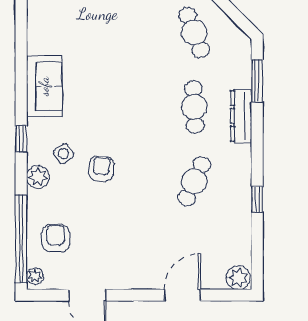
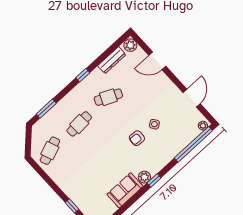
dresser: (241, 116) -> (112, 60), moved
side table: (63, 154) -> (154, 124), moved
plant: (38, 177) -> (144, 177), moved
window: (257, 199) -> (83, 75), moved
armchair: (56, 238) -> (181, 131), removed

